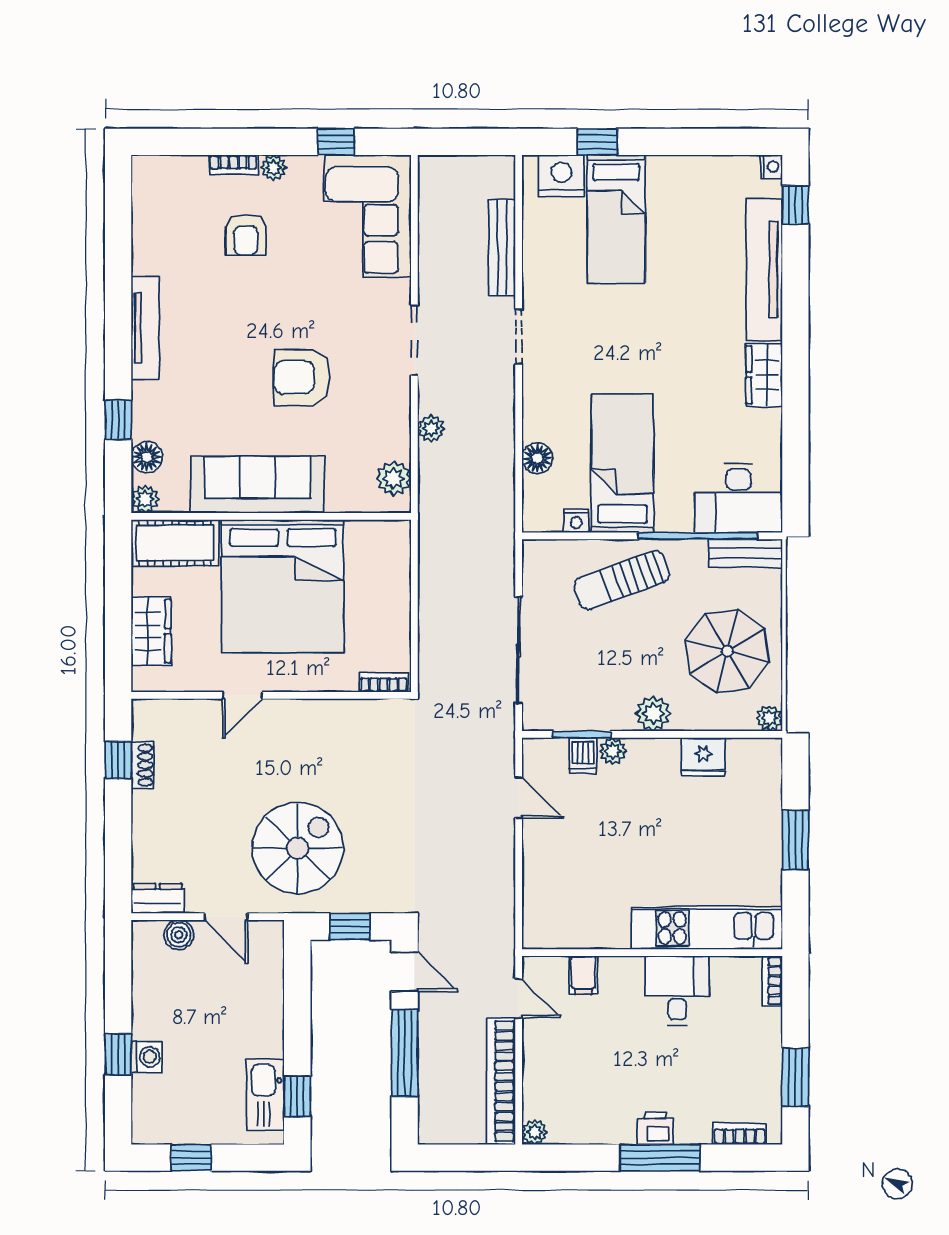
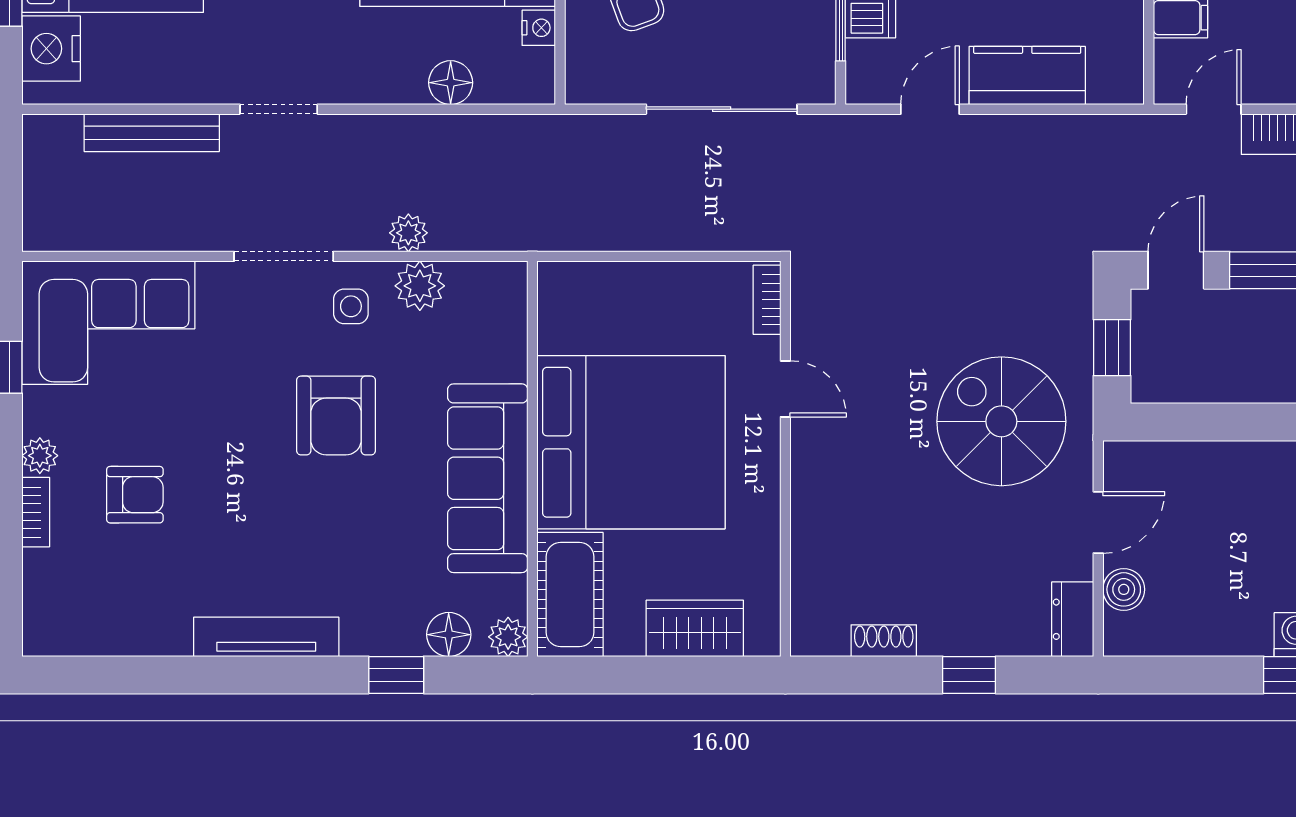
side table: (379, 388) -> (351, 306), added
plant: (394, 478) -> (420, 286), moved
door: (242, 695) -> (785, 389), moved
window: (118, 760) -> (969, 675), moved
kitchen counter: (542, 866) -> (1027, 76), added

